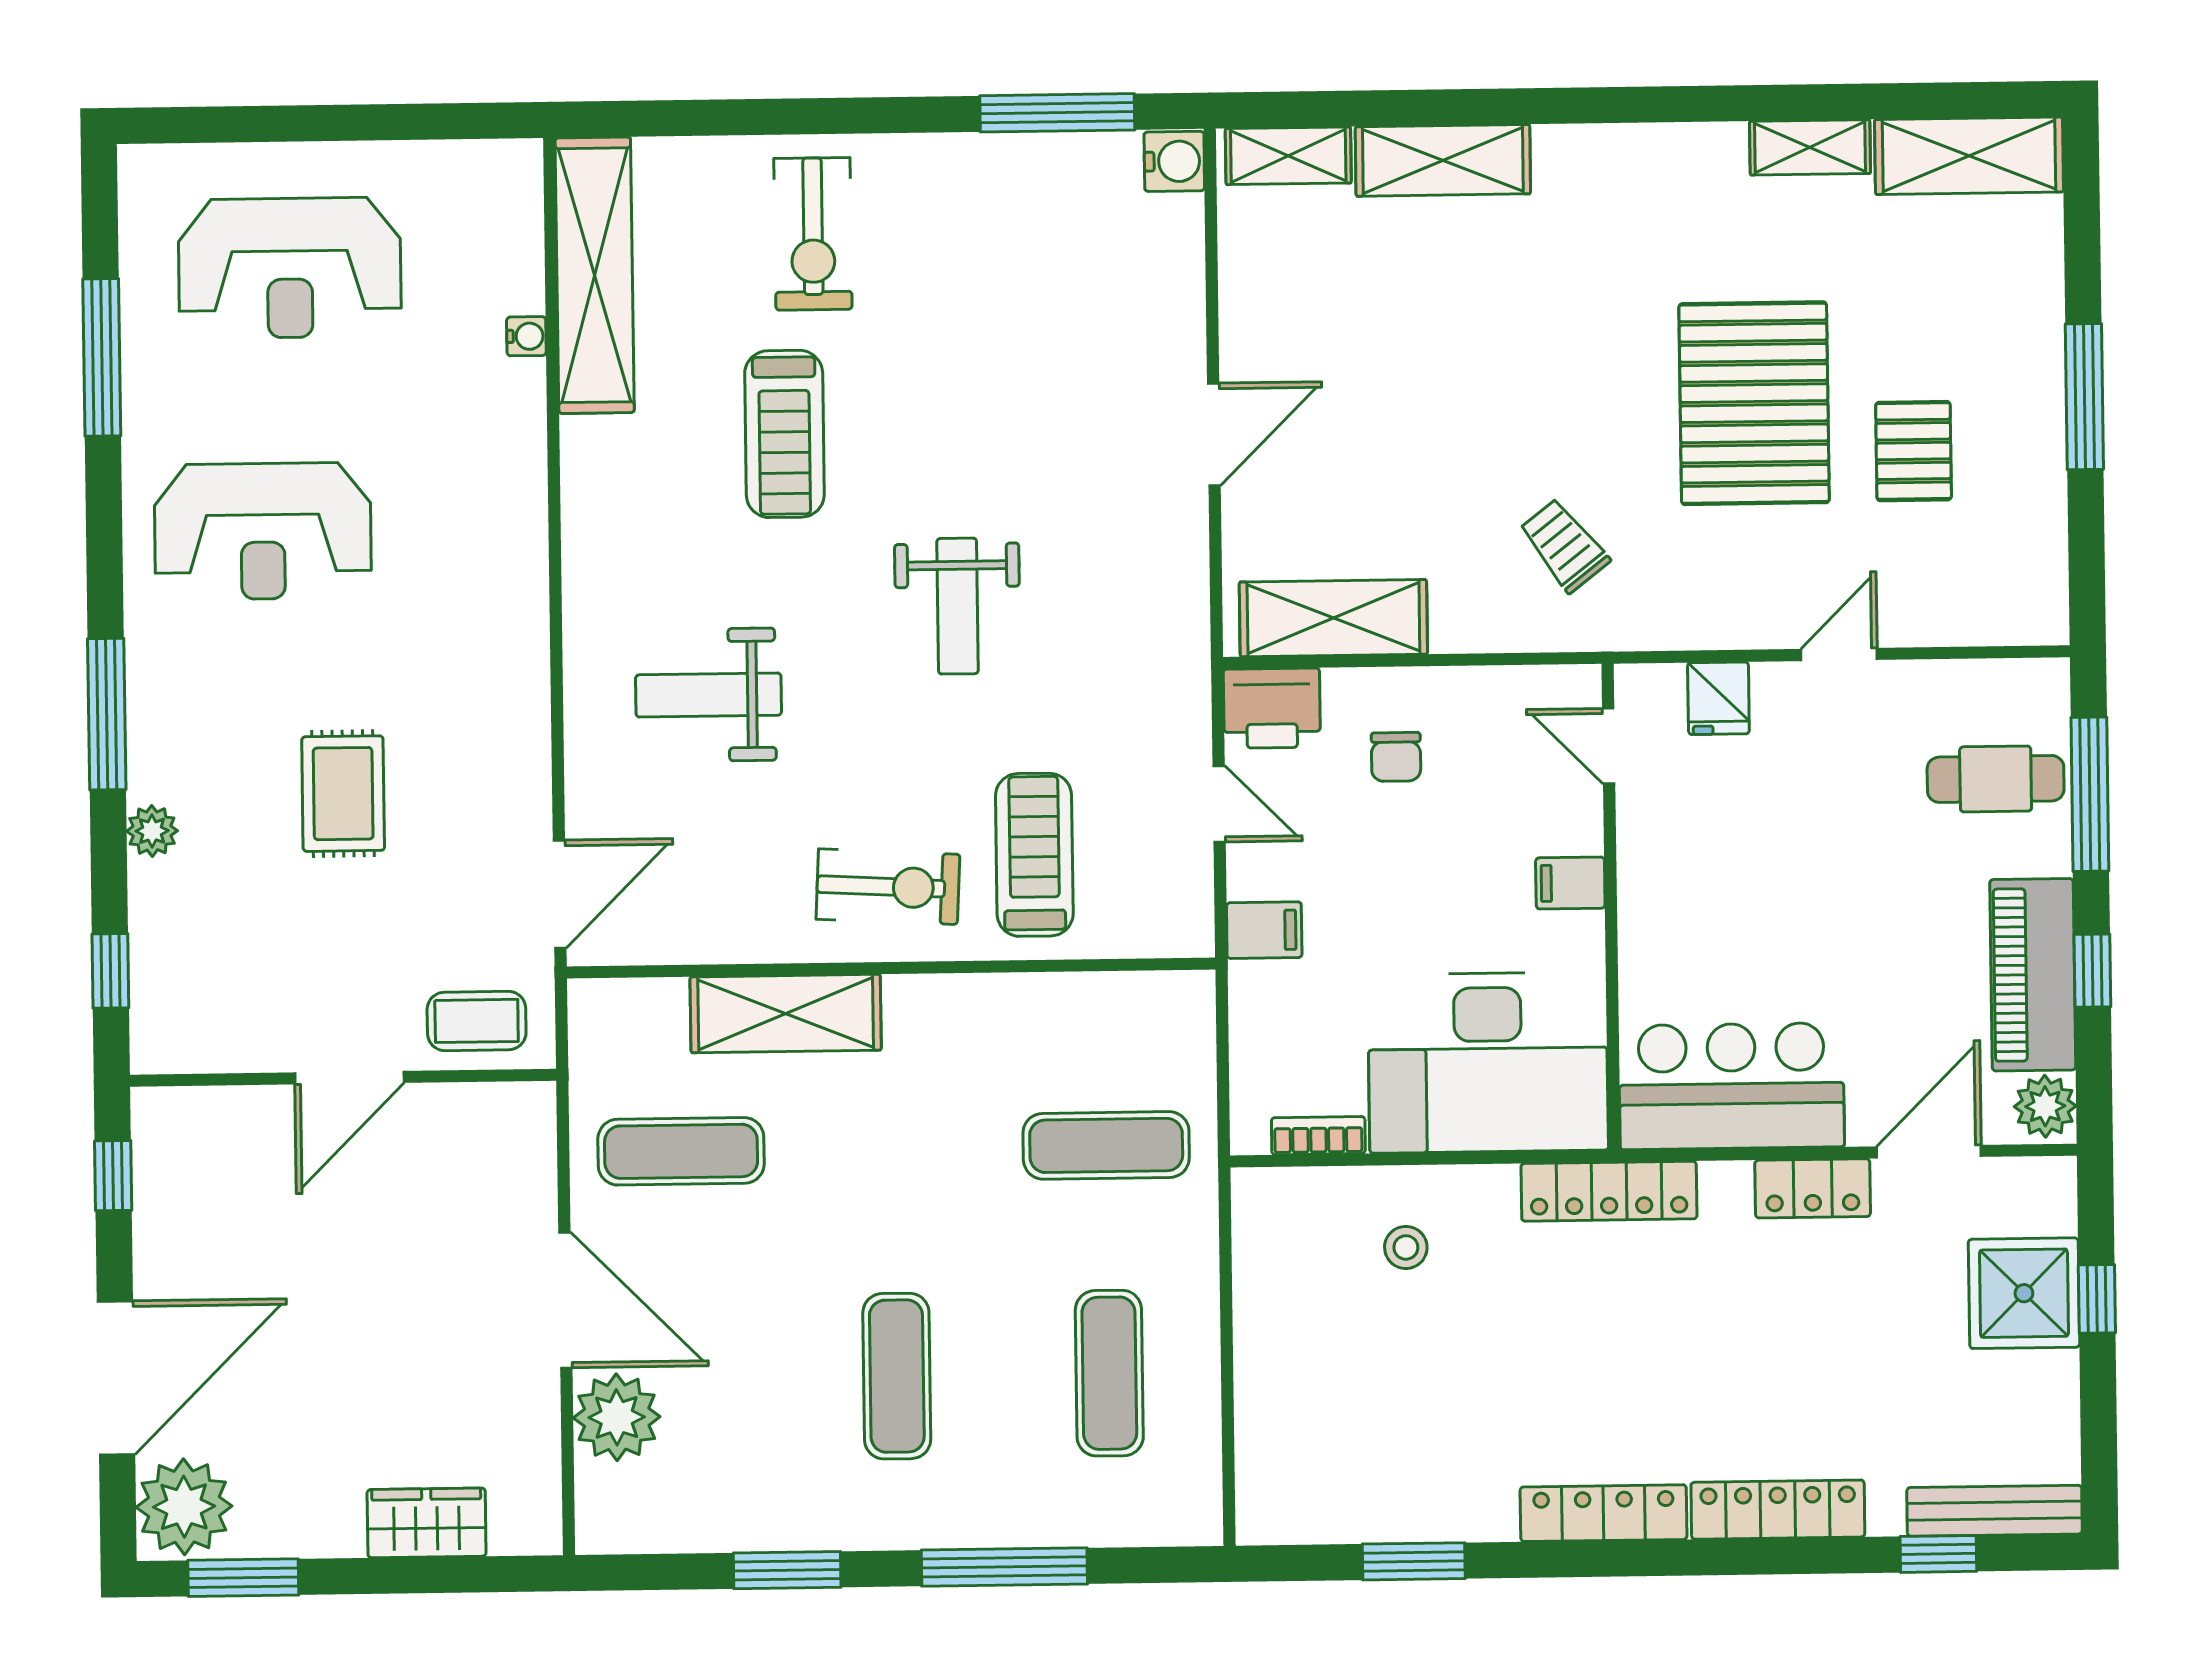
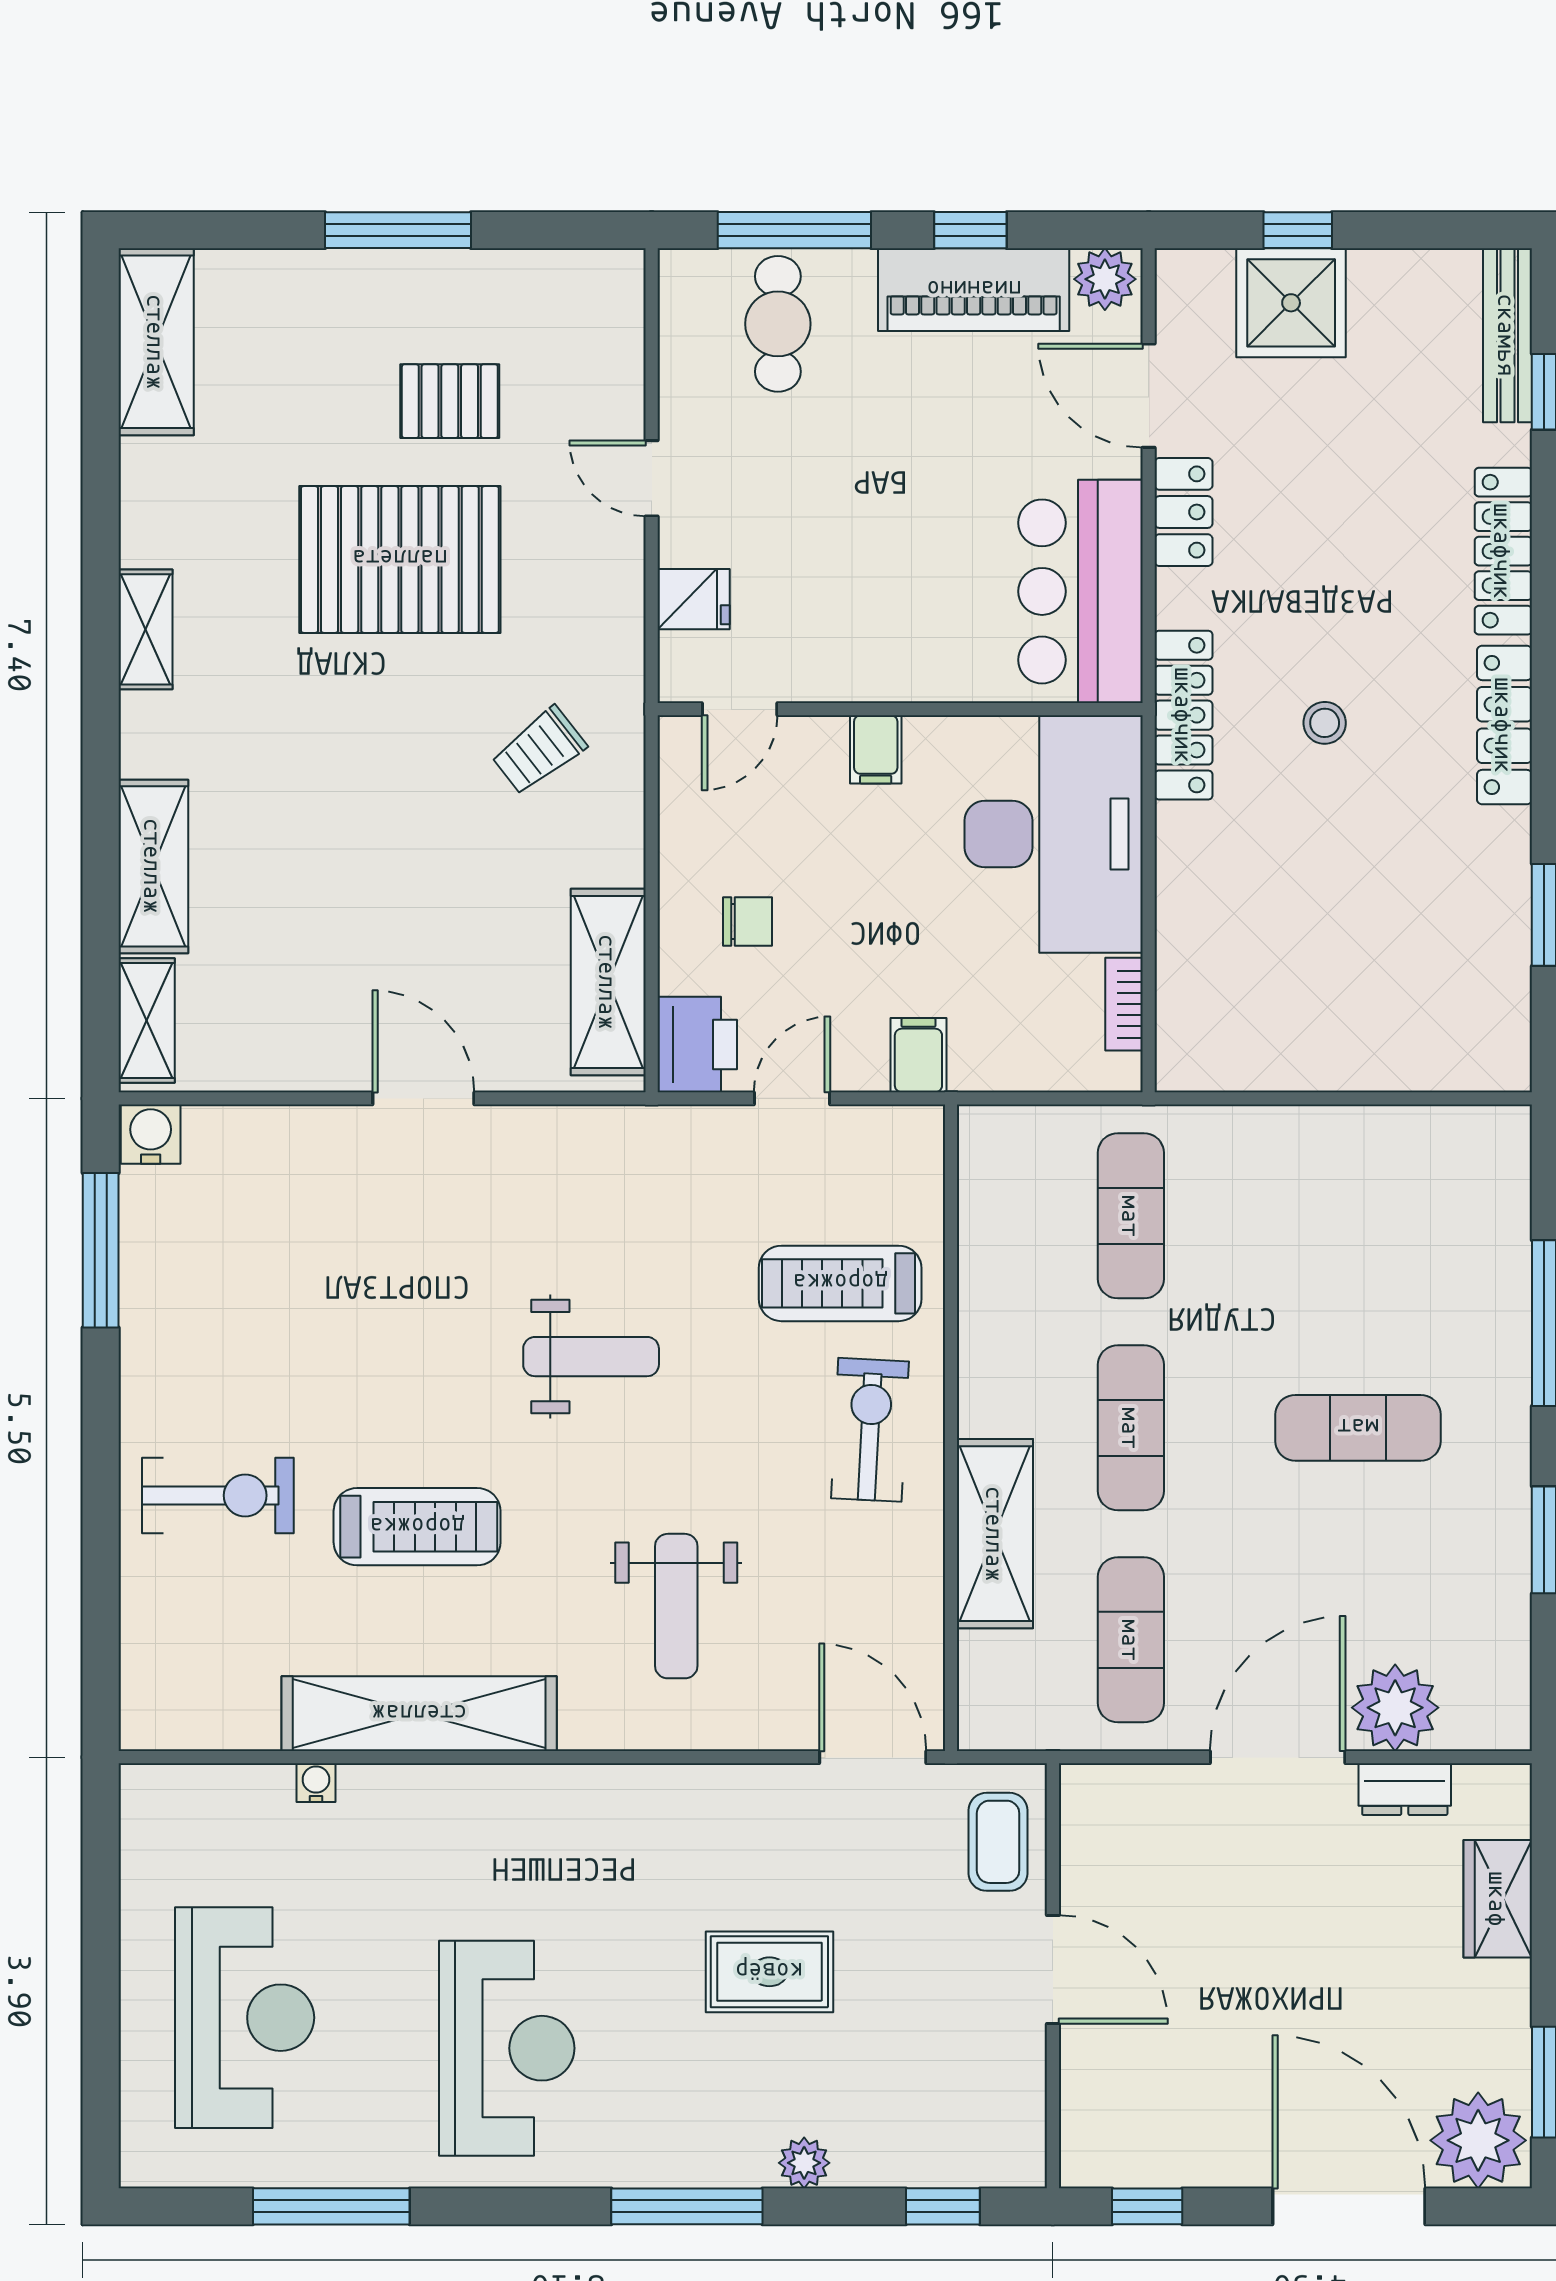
shelving: (1810, 147) -> (146, 629), moved
shelving: (595, 275) -> (419, 1714), moved
stool: (1406, 1247) -> (1325, 723), moved
exercise mat: (1109, 1373) -> (1131, 1428), moved, turned 90
dresser: (535, 1428) -> (1405, 1789), added

